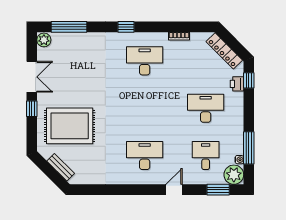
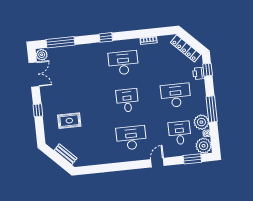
double door: (32, 77) -> (34, 74), moved
desk: (145, 108) -> (127, 100), added
rug: (70, 126) -> (69, 121), width x0.54, depth x0.49
plant: (234, 145) -> (201, 122), added
window: (249, 148) -> (212, 109), moved

